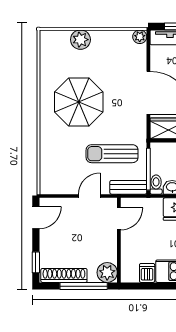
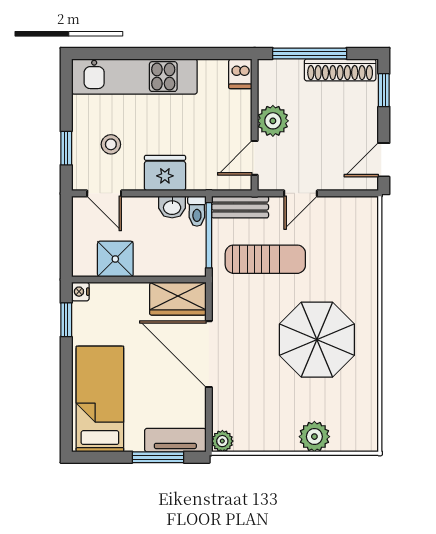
plant: (107, 273) -> (273, 121), moved
dishwasher: (147, 273) -> (240, 74), moved

